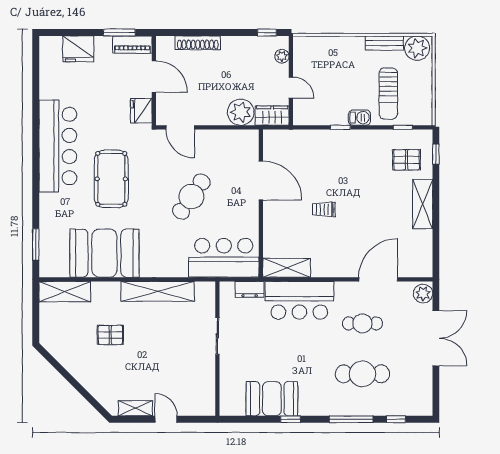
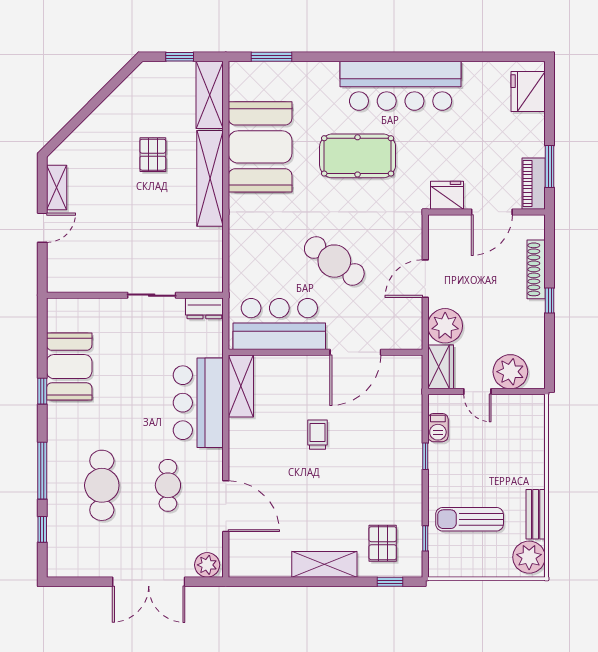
window: (267, 32) -> (550, 300), moved
fridge: (78, 49) -> (528, 92), moved
plant: (282, 56) -> (510, 372), width x1.88, depth x1.88
door: (291, 88) -> (477, 392), hinge flipped
barbecue: (359, 118) -> (438, 428), moved
door: (180, 127) -> (425, 279), moved
bar counter: (224, 258) -> (279, 324), moved, turned -90
dresser: (250, 289) -> (204, 308), moved, turned -90
shelving: (158, 291) -> (210, 178), moved
window: (36, 314) -> (180, 57), added

